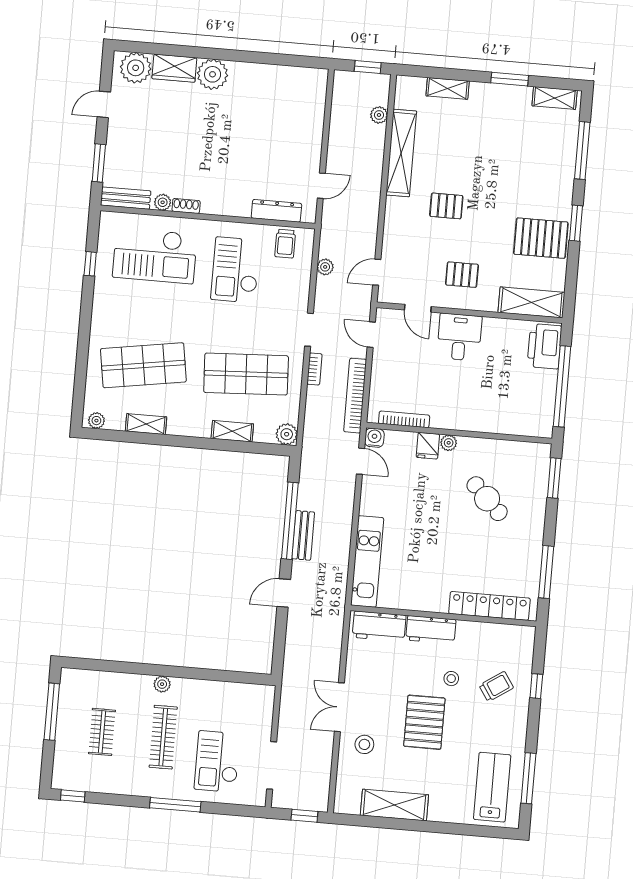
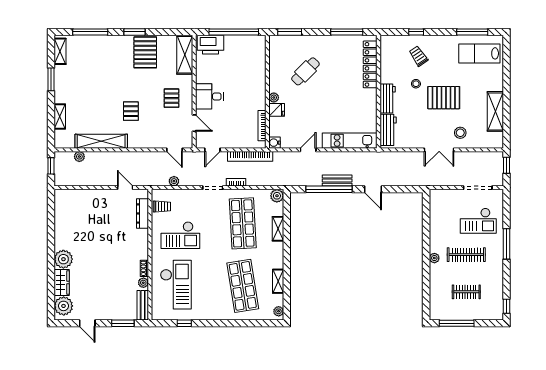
door: (418, 308) -> (194, 123), hinge flipped
door: (360, 461) -> (308, 150), moved

